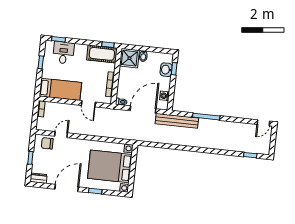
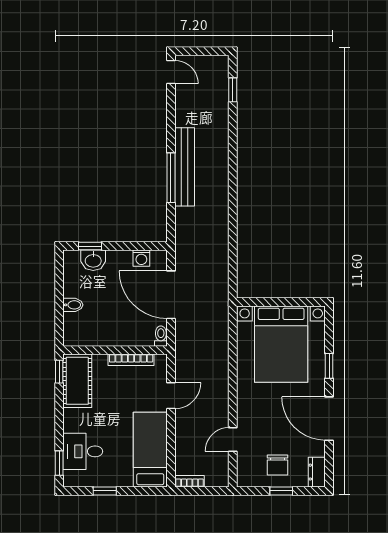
shower: (129, 58) -> (80, 330), removed
bench: (177, 121) -> (185, 167), moved
door: (61, 135) -> (233, 439), hinge flipped
chair: (47, 143) -> (278, 465), moved

